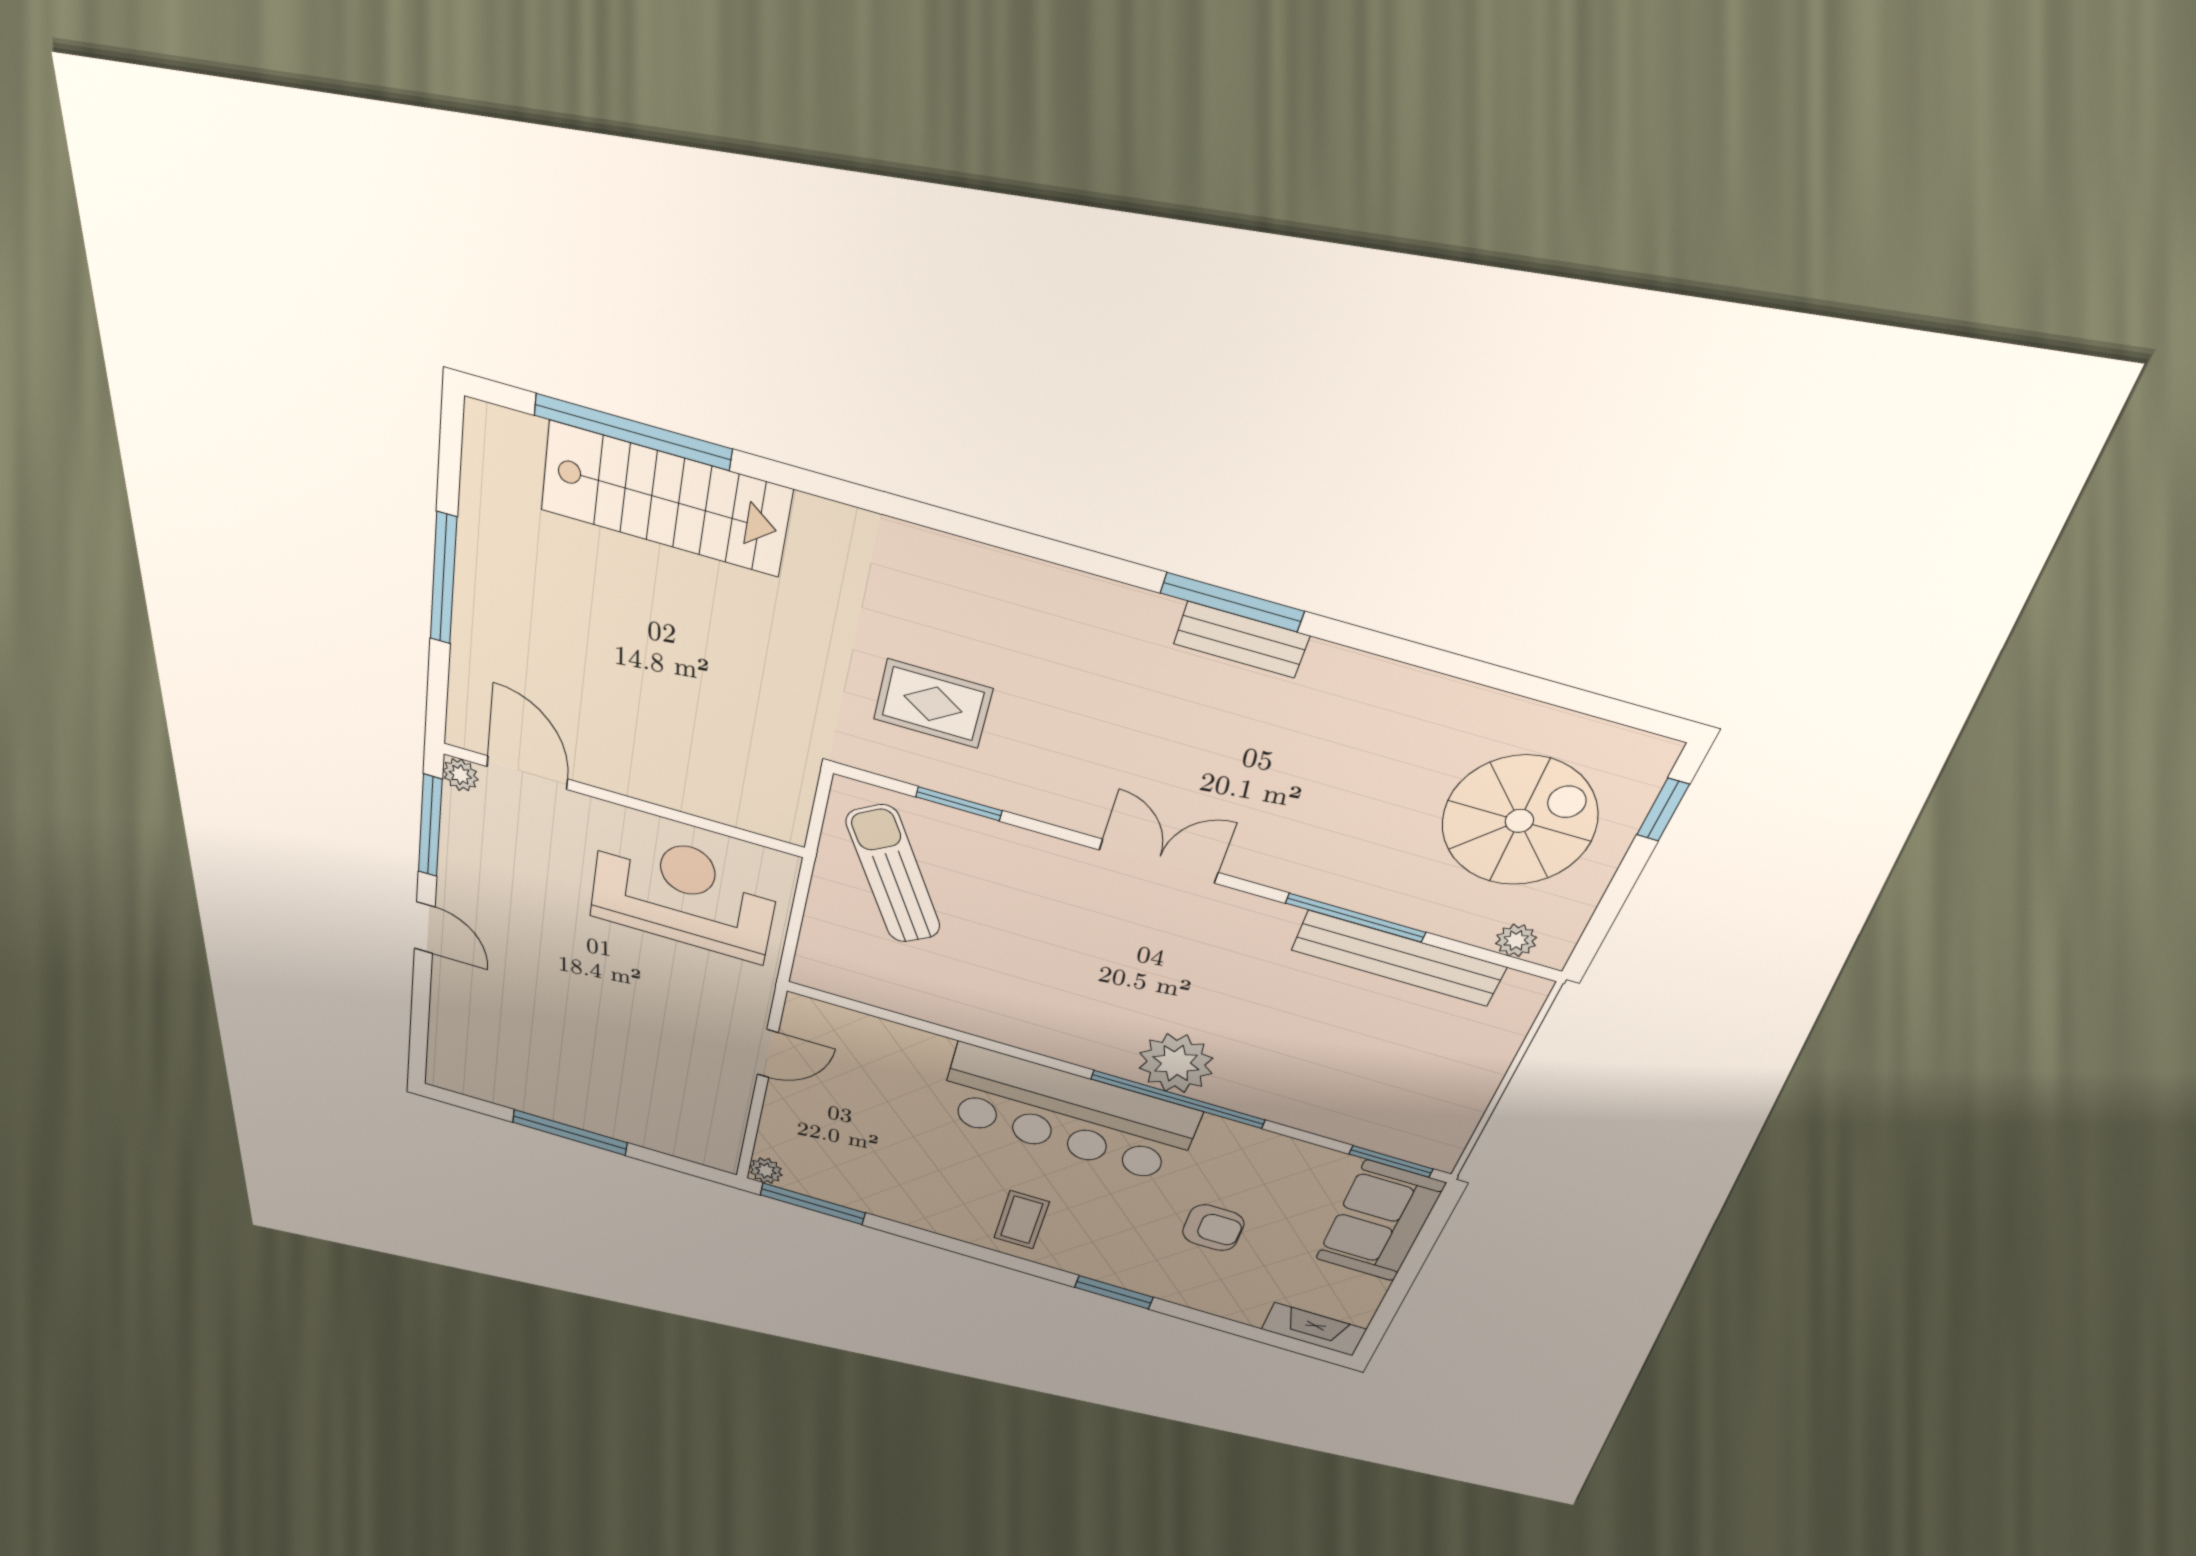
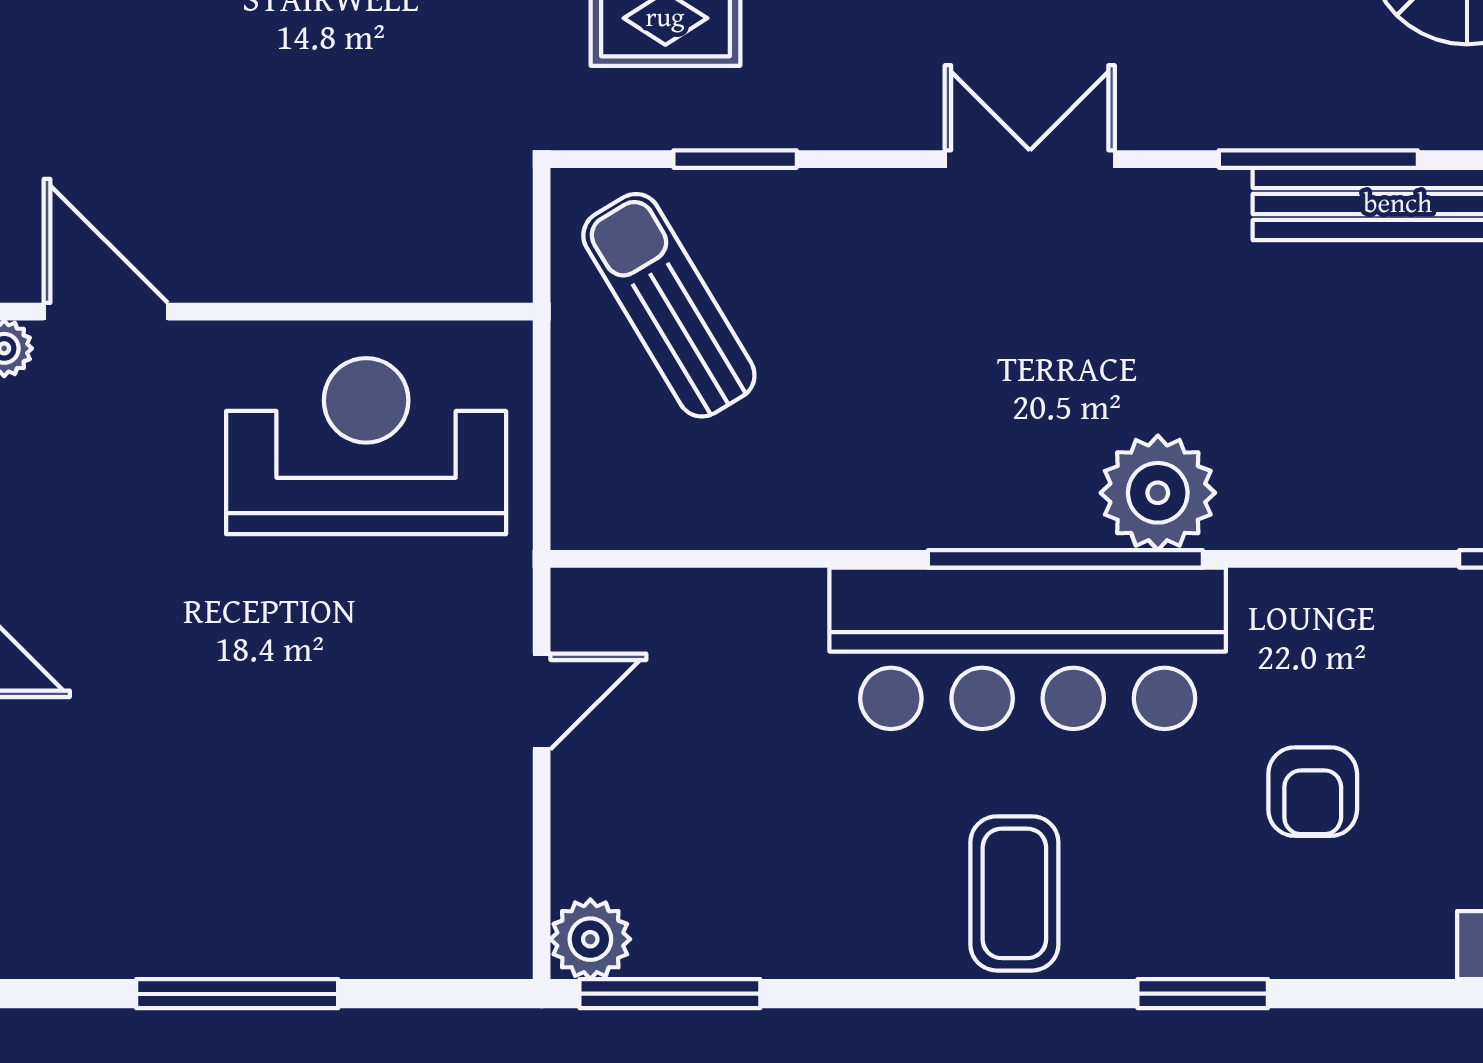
window: (1178, 1099) -> (1065, 559), moved
plant: (766, 1171) -> (590, 939), width x1.38, depth x1.38
coffee table: (1022, 1220) -> (1014, 893), width x1.36, depth x1.30
armchair: (1213, 1228) -> (1313, 792), turned 90

